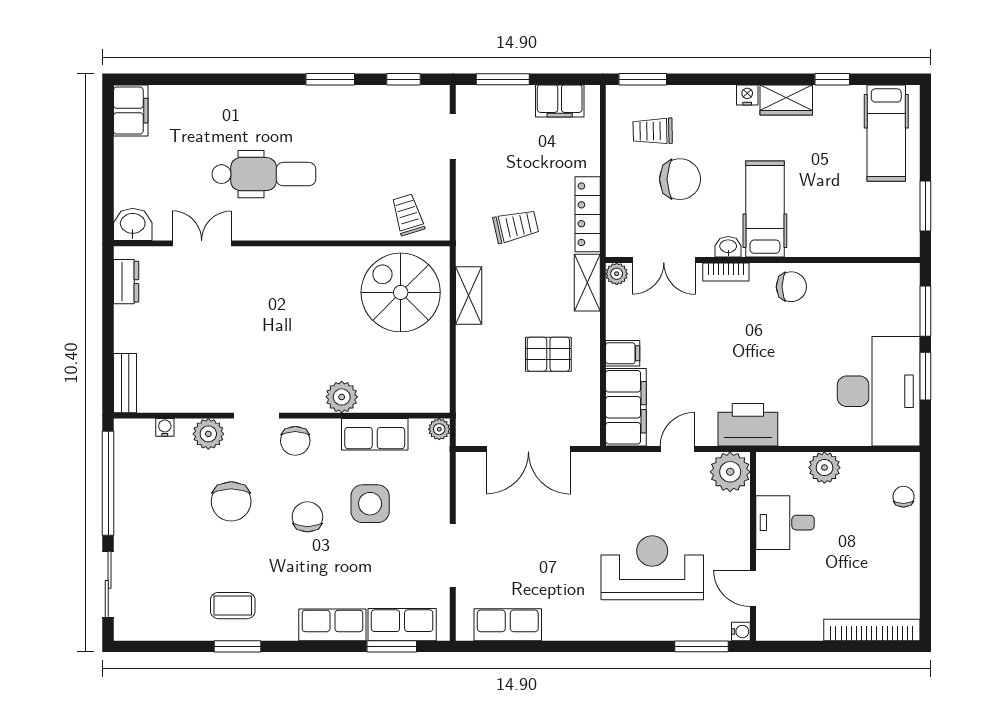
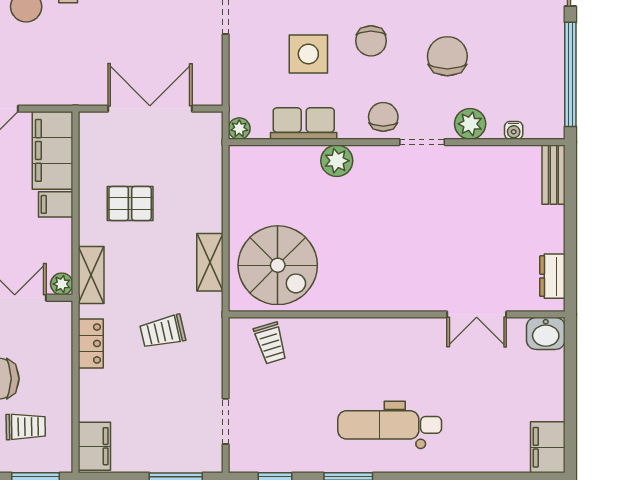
filing cabinet: (560, 101) -> (94, 446), moved, turned 90
dental chair: (264, 174) -> (390, 425), moved
locker: (588, 214) -> (91, 343), width x0.66

